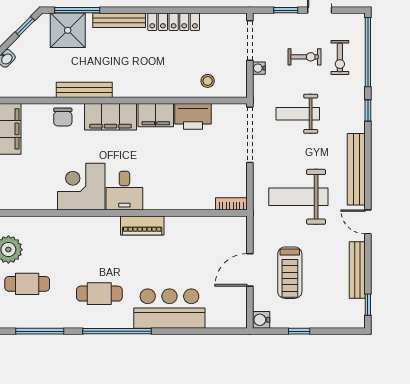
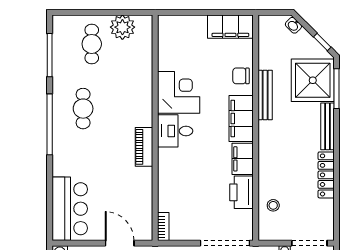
shower: (68, 30) -> (313, 80), width x1.37, depth x1.37
door: (250, 270) -> (120, 243), moved
bar counter: (169, 309) -> (70, 209), moved

